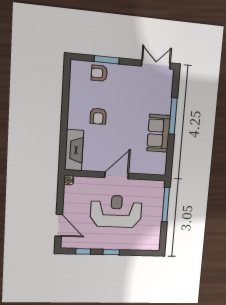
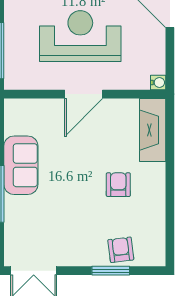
armchair: (99, 73) -> (121, 250), turned -97
reception desk: (116, 211) -> (80, 36), turned 180

